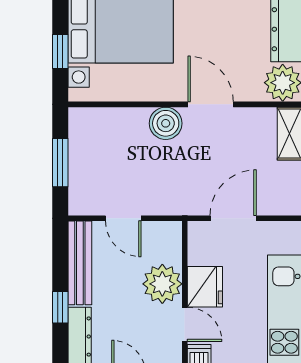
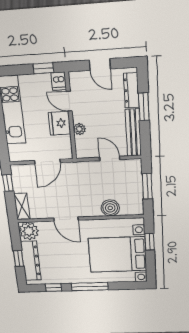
boiler: (166, 123) -> (110, 208), moved
plant: (162, 284) -> (79, 129), width x0.53, depth x0.53
window: (60, 307) -> (144, 107), width x1.50

